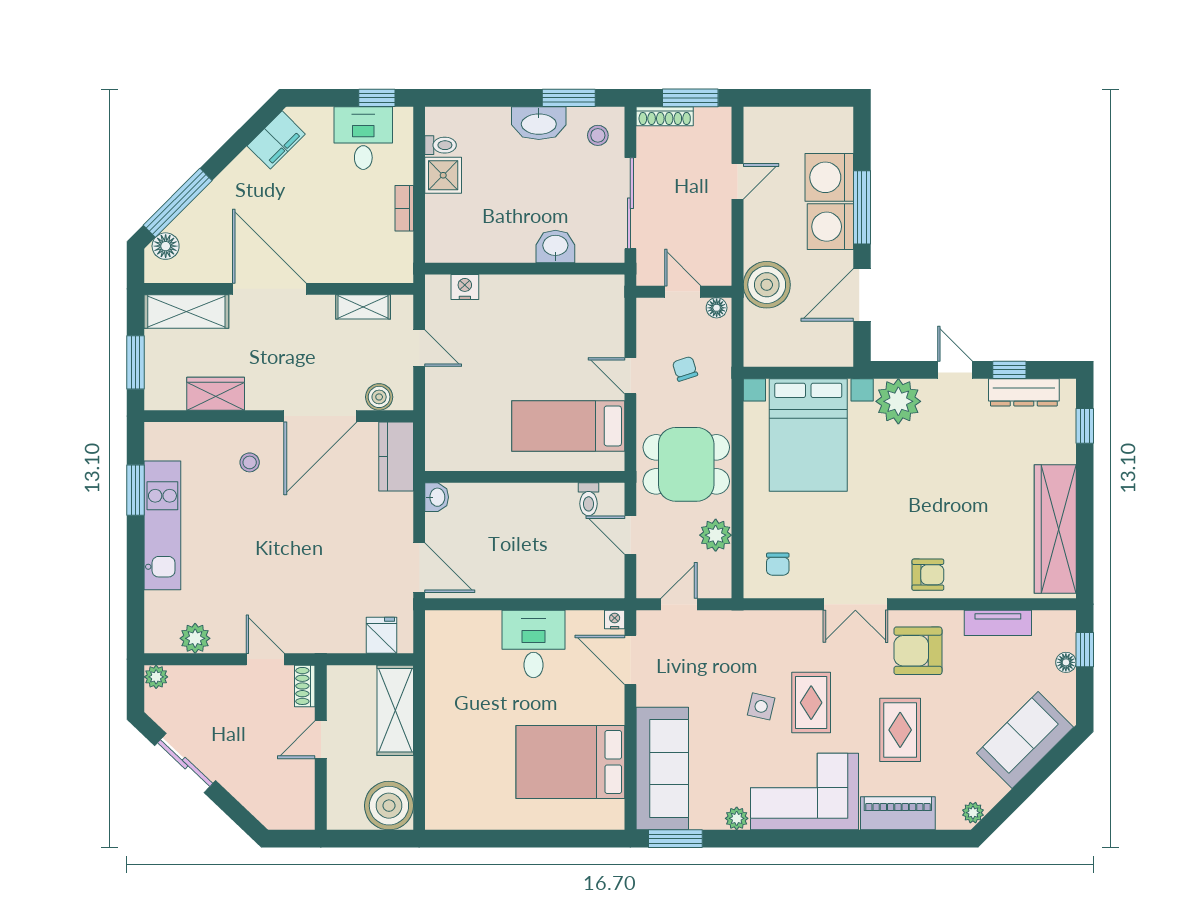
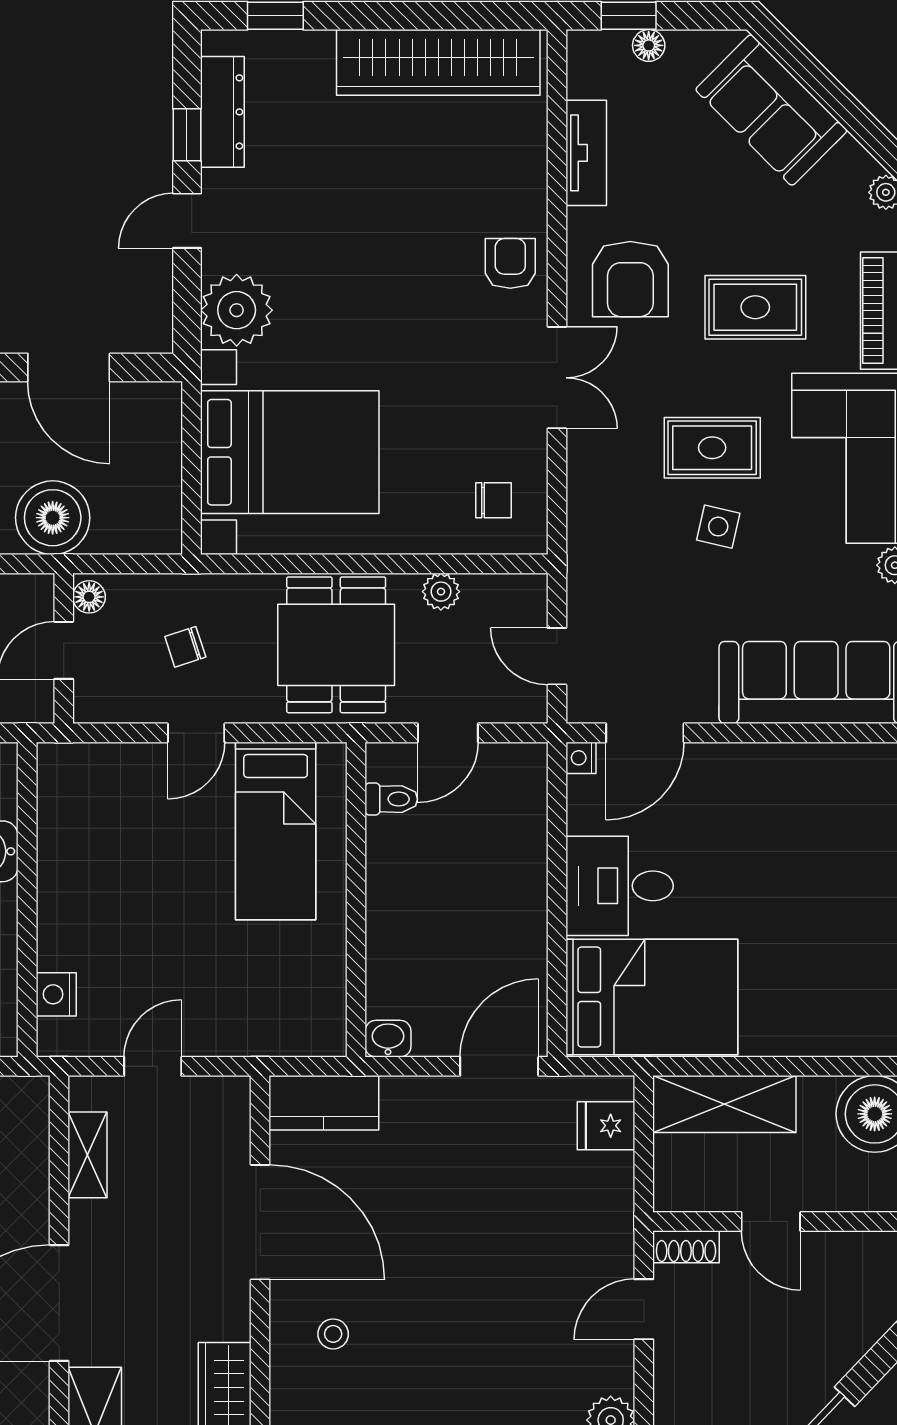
boiler: (379, 397) -> (230, 1130), removed
plant: (716, 535) -> (441, 592), width x0.73, depth x0.73
bed: (570, 762) -> (652, 997), moved, turned -90

